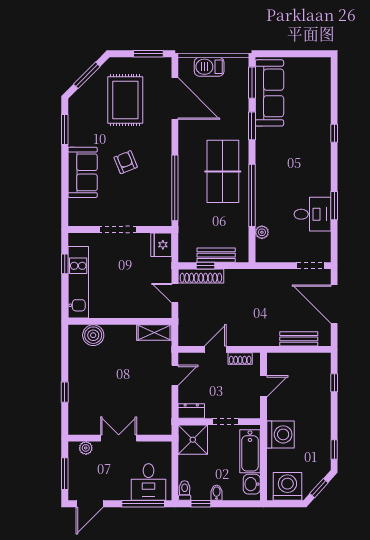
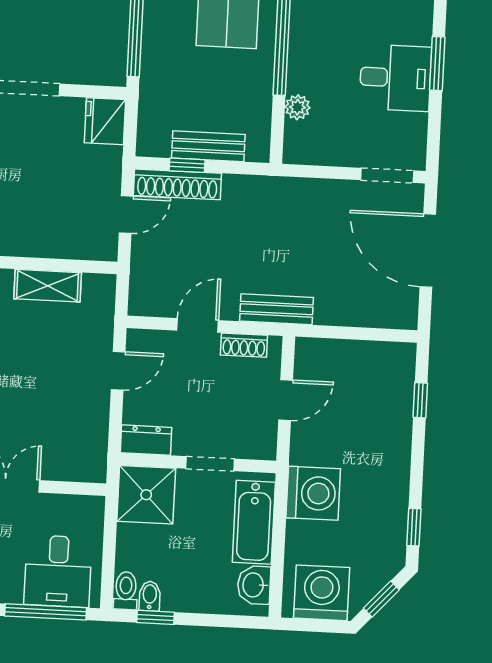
door: (175, 293) -> (126, 214), swing flipped
shelving: (154, 333) -> (48, 286), moved
bench: (299, 339) -> (277, 309), moved
bidet: (217, 493) -> (150, 596), moved

